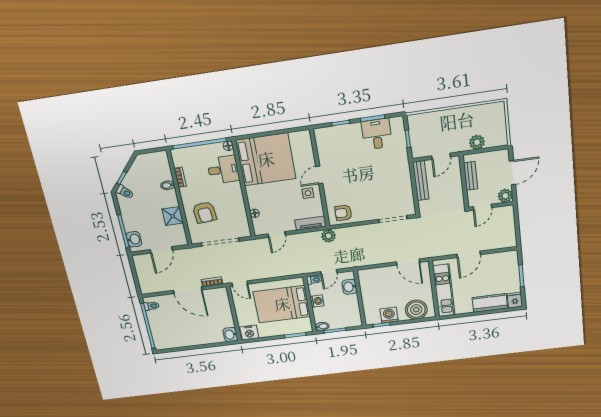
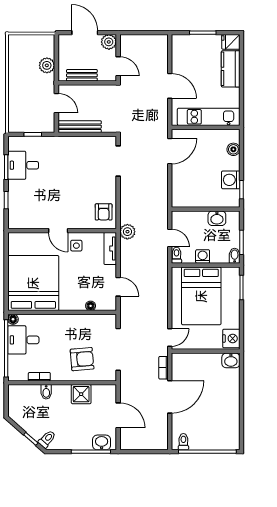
desk: (223, 170) -> (23, 340), moved, turned -90
washbasin: (349, 287) -> (217, 218), moved
boiler: (416, 310) -> (233, 149), width x0.54, depth x0.54

